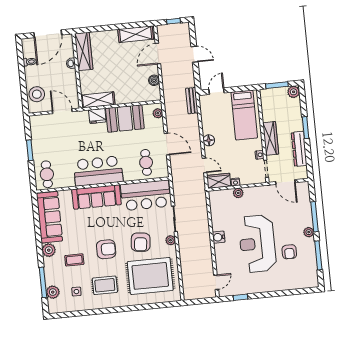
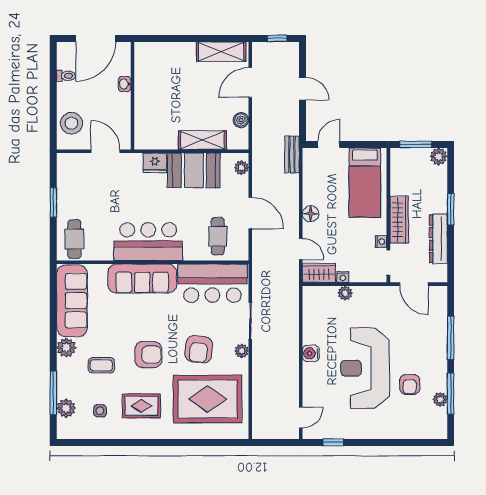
wardrobe: (84, 51) -> (145, 69), removed
shelving: (98, 100) -> (202, 140), moved
plant: (309, 232) -> (440, 400), moved

